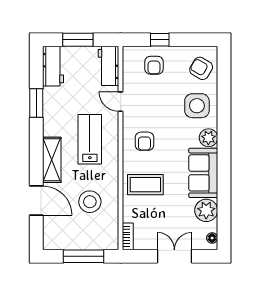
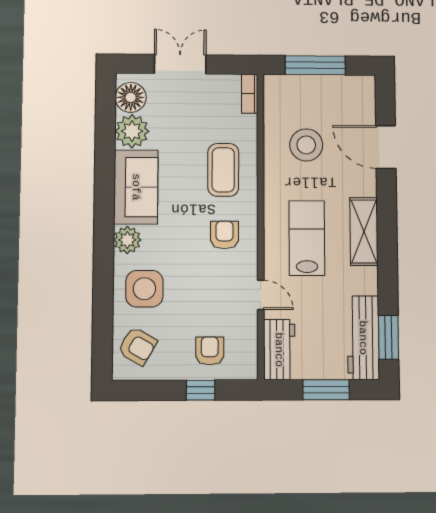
workbench: (53, 66) -> (363, 338), width x1.38
window: (36, 103) -> (388, 337), moved
lab bench: (90, 139) -> (307, 238), turned 180
shelving: (52, 160) -> (364, 232), moved
coffee table: (145, 185) -> (223, 170), turned 90
floor lamp: (212, 238) -> (131, 97), width x1.89, depth x1.89
double door: (174, 256) -> (180, 64), swing flipped

